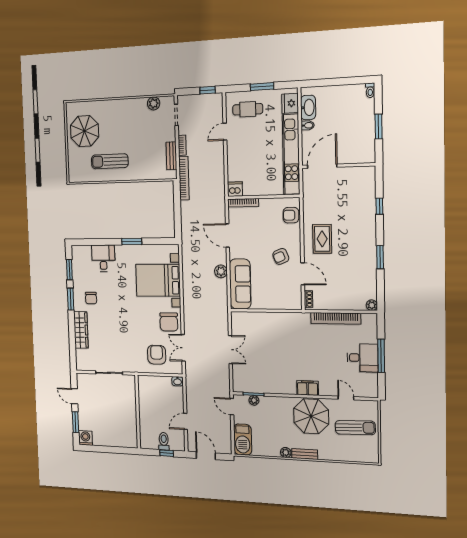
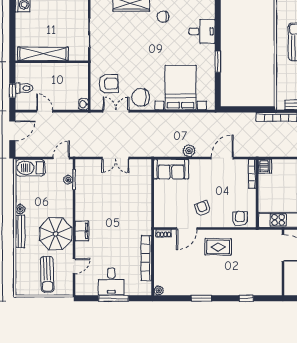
sofa: (240, 284) -> (171, 169), width x0.73
shelving: (130, 420) -> (43, 54), added
bench: (305, 454) -> (20, 232), width x1.36

